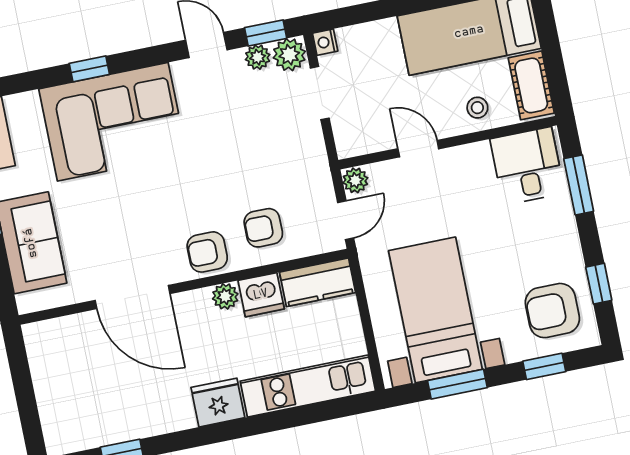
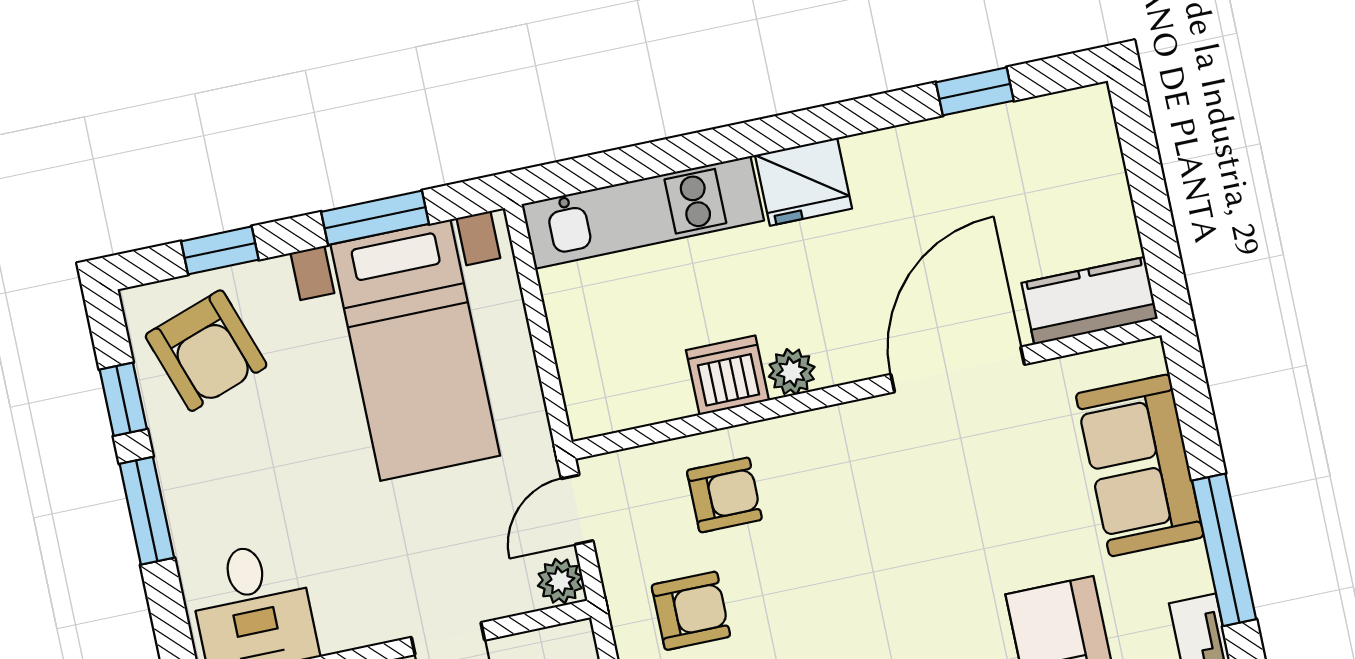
window: (579, 185) -> (147, 511), moved
armchair: (207, 252) -> (691, 611), moved
kitchen counter: (317, 282) -> (1090, 301), moved
door: (133, 297) -> (958, 369), hinge flipped
armchair: (552, 311) -> (206, 351), turned 71

